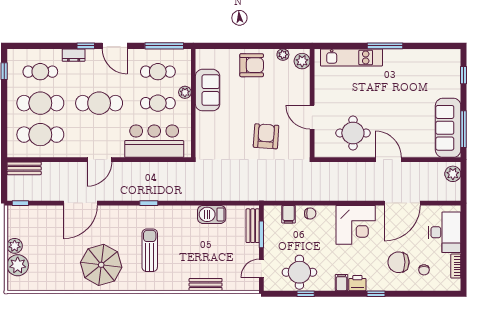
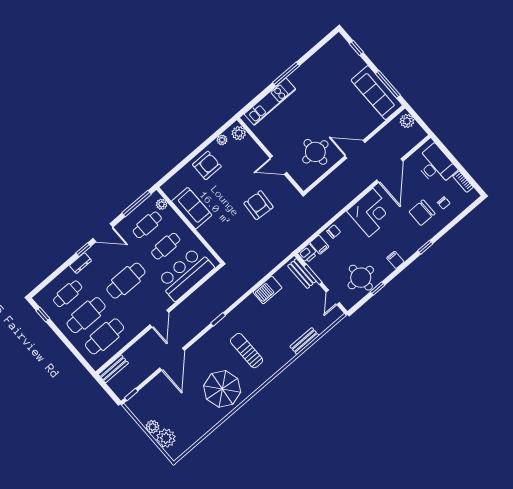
plant: (185, 92) -> (162, 204), moved
printer: (357, 283) -> (308, 254), moved, turned 180

